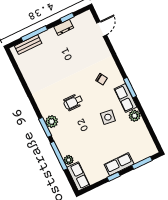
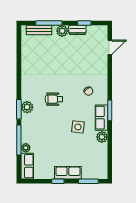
plant: (50, 35) -> (62, 31), added

